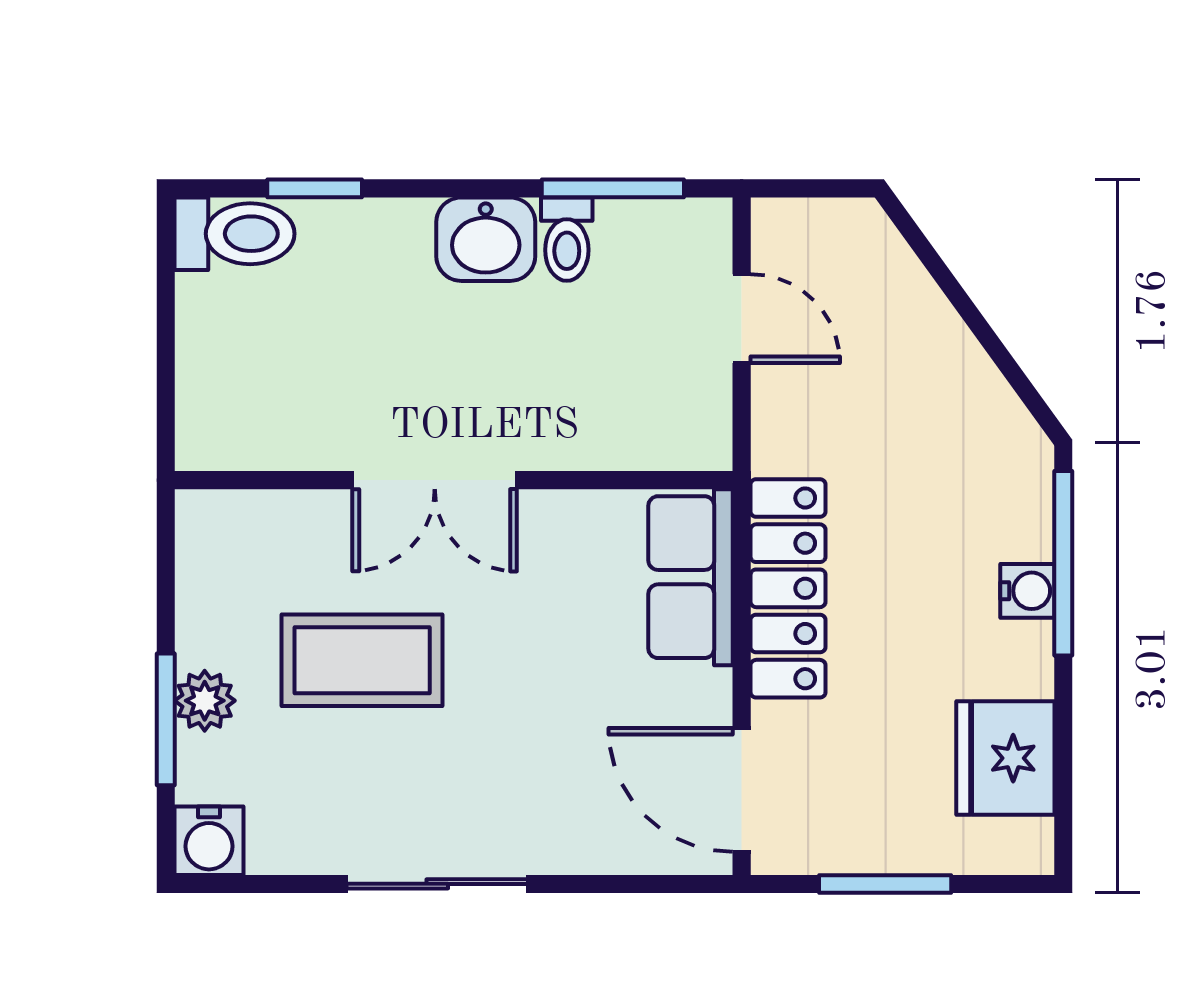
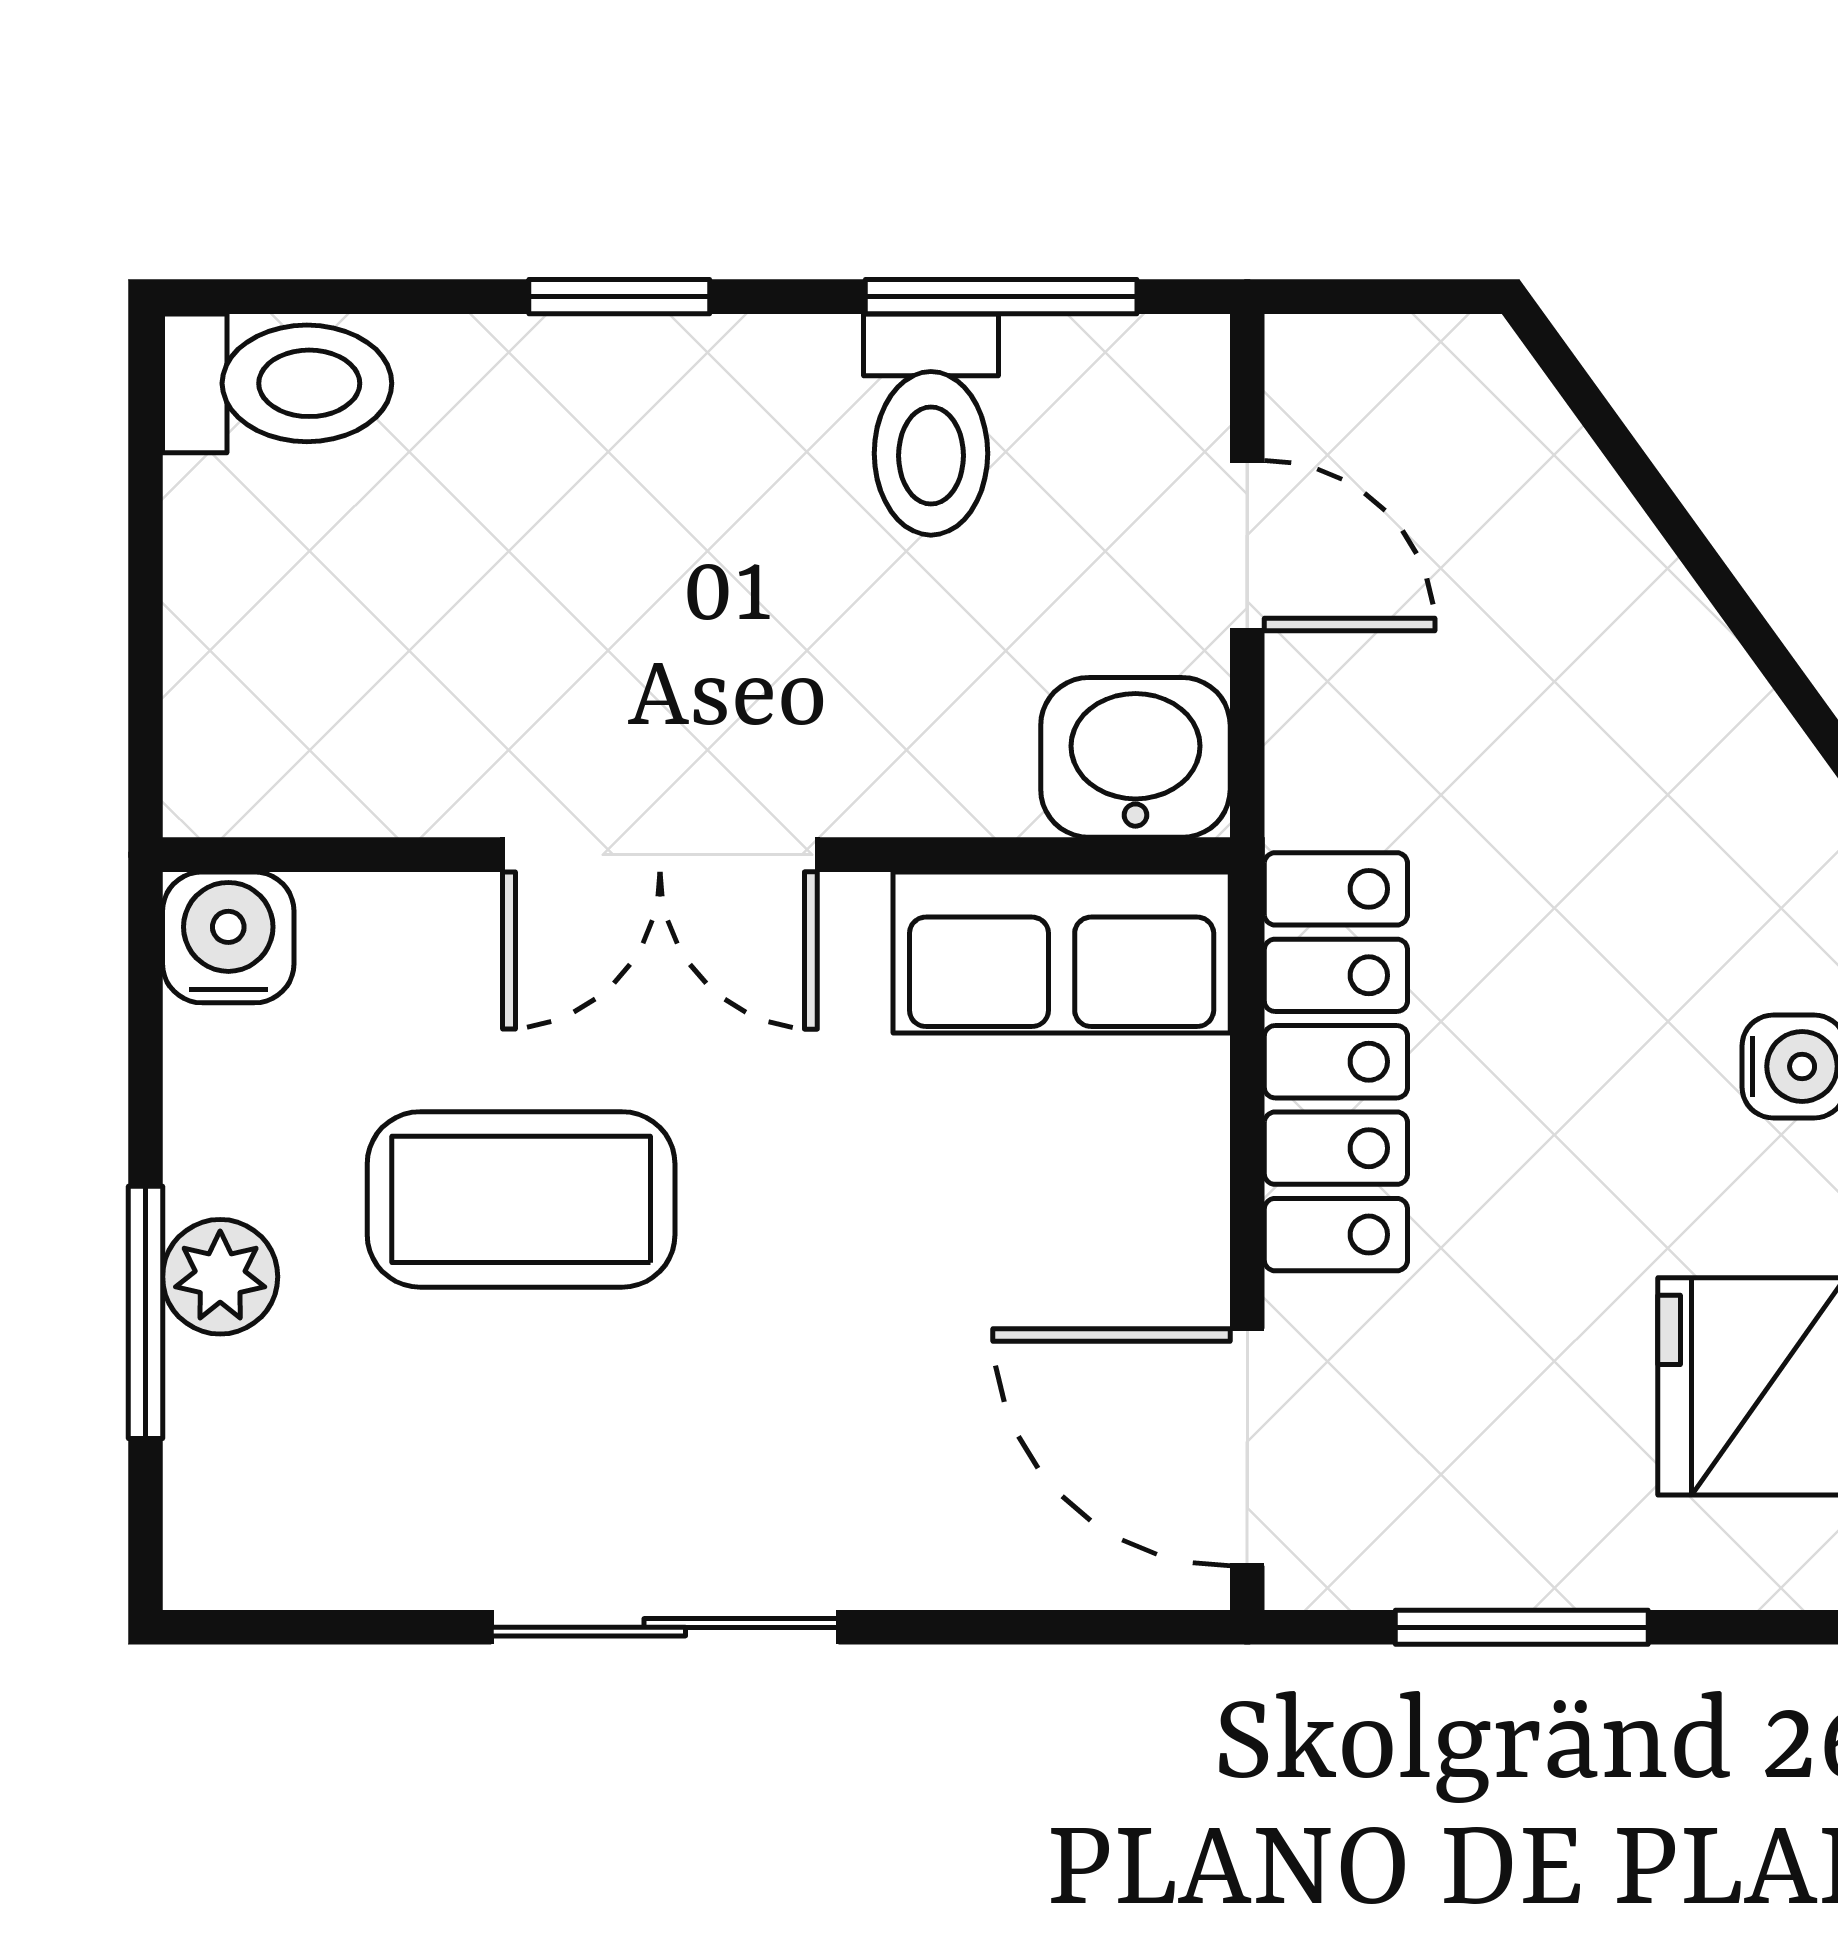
window: (315, 188) -> (619, 297), moved
washbasin: (486, 239) -> (1135, 757), moved, turned 180
toilet: (567, 239) -> (931, 425), width x1.37, depth x1.39
row of seats: (691, 577) -> (1062, 952), moved, turned -90
water cooler: (209, 841) -> (228, 937), moved, turned 180

